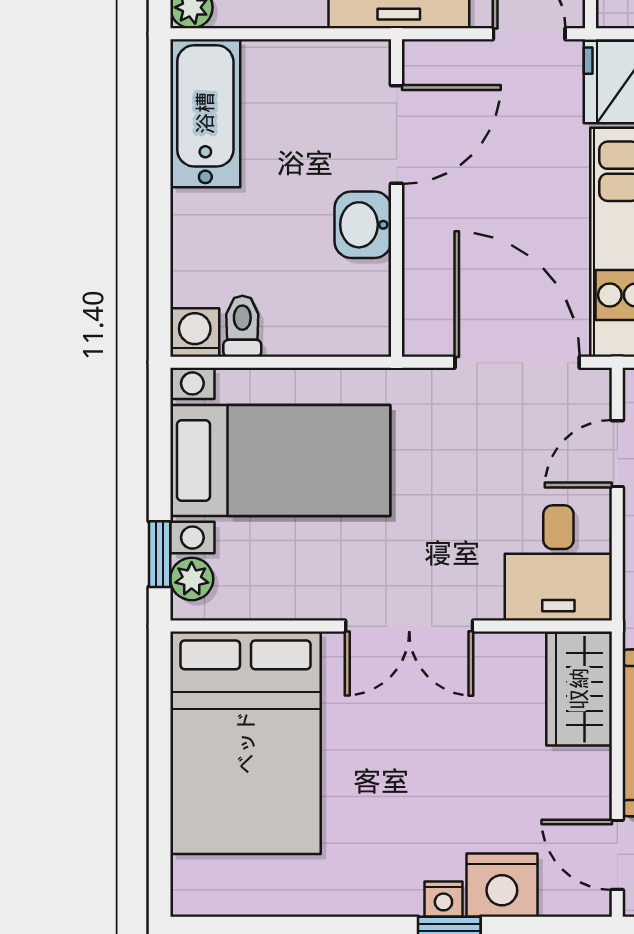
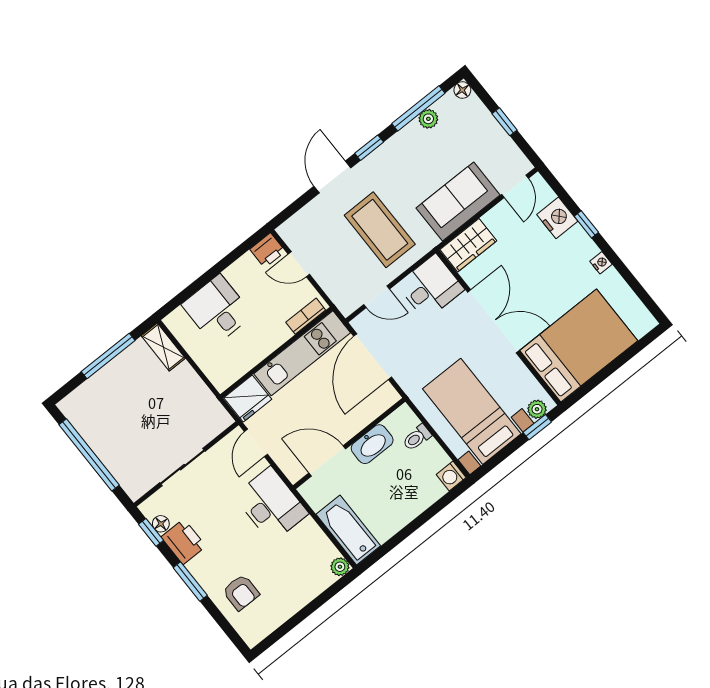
bathtub: (205, 113) -> (348, 530), moved, turned 90
washbasin: (363, 225) -> (372, 444), width x1.38
toilet: (242, 326) -> (417, 438), moved
double door: (409, 626) -> (493, 321), width x1.37
nightstand: (443, 899) -> (601, 263), moved

